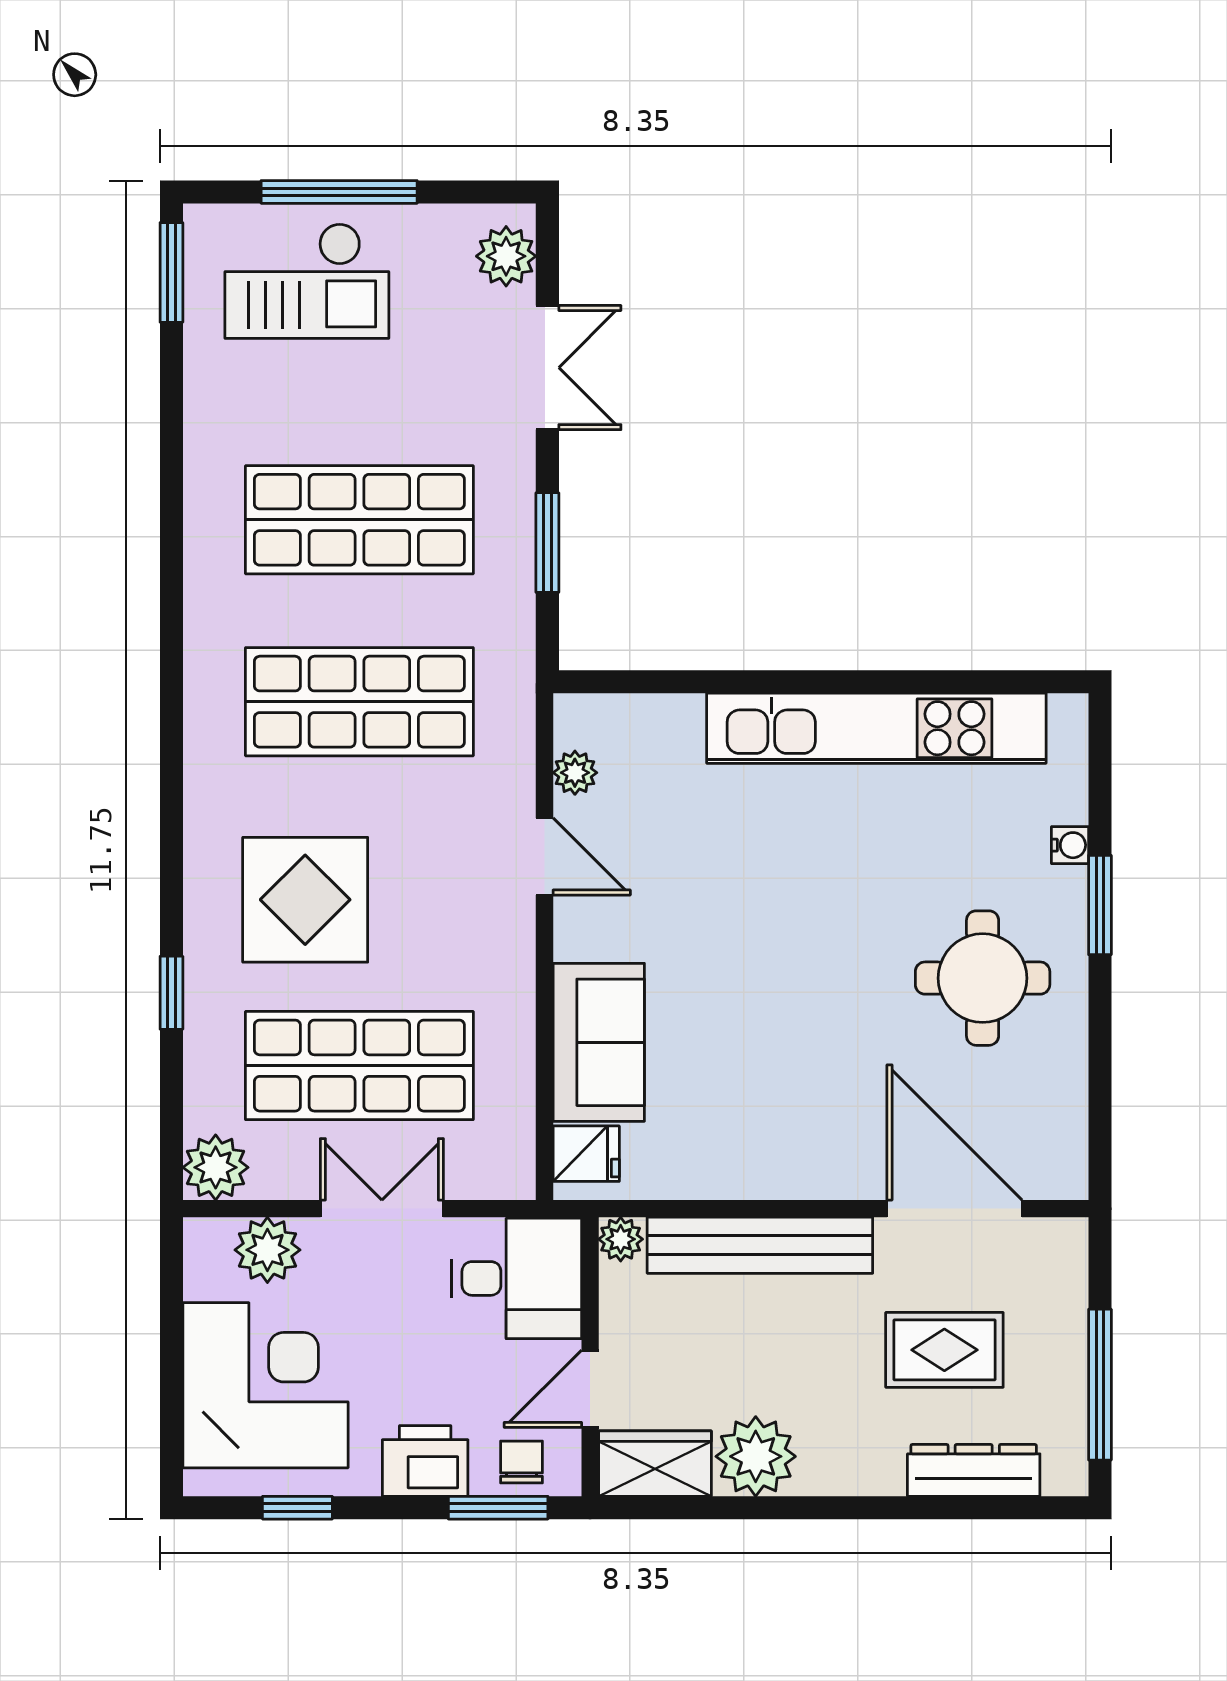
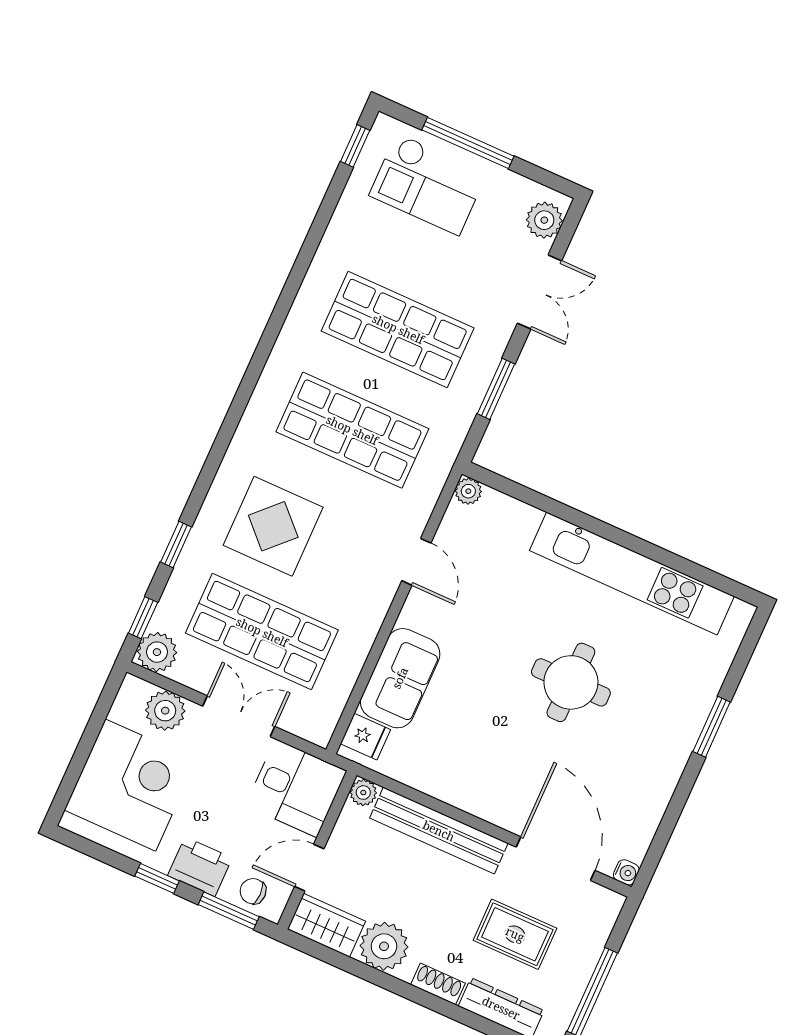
window: (171, 272) -> (355, 146), width x0.67
plant: (575, 773) -> (468, 491), moved
water cooler: (1070, 845) -> (626, 872), moved
round table: (983, 978) -> (571, 682), moved
window: (171, 1125) -> (143, 618), added
chair: (522, 1462) -> (253, 891), turned -90
shoe rack: (862, 1477) -> (438, 984), added
window: (297, 1508) -> (157, 878), moved

